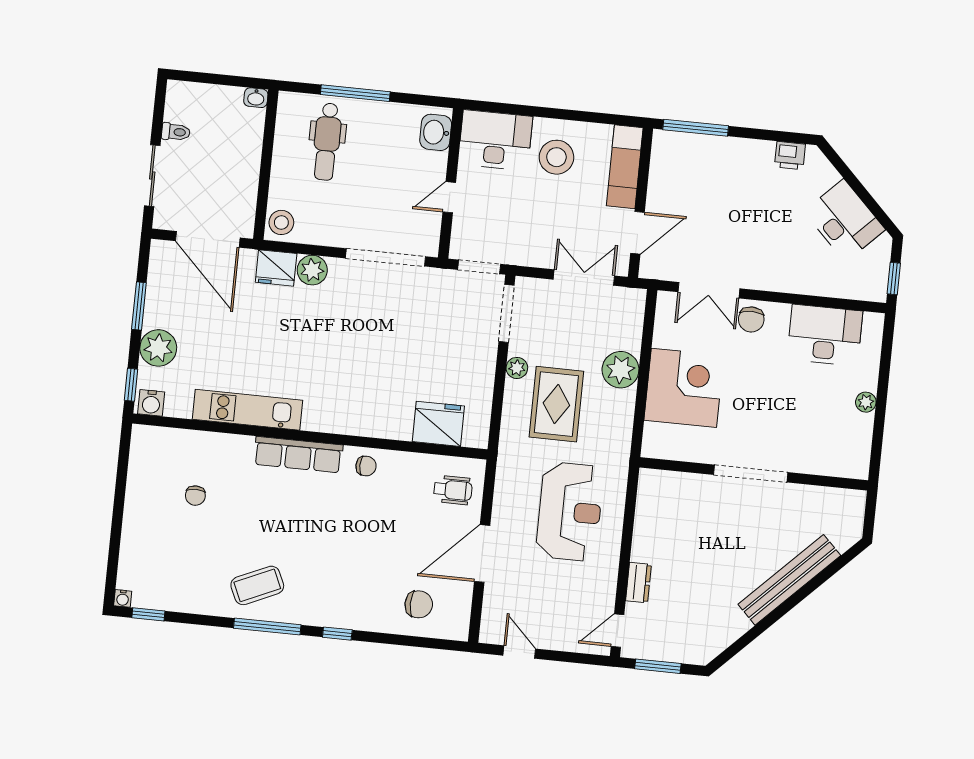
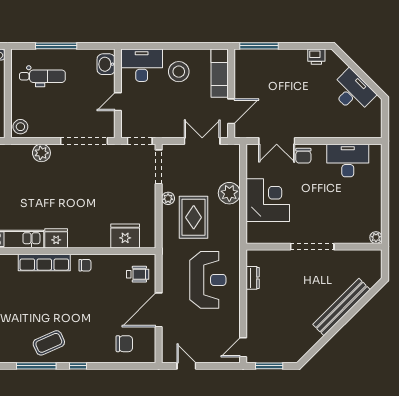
dental chair: (327, 142) -> (42, 76), turned -90
fridge: (276, 268) -> (56, 238), moved, turned 180
window: (894, 279) -> (385, 123), removed
plant: (866, 402) -> (376, 238), moved
dresser: (638, 583) -> (253, 278), moved
coffee table: (257, 585) -> (49, 343), moved

